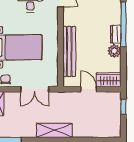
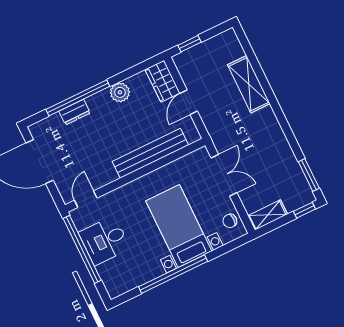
dresser: (116, 34) -> (75, 112), moved
shelving: (54, 130) -> (249, 84), moved

